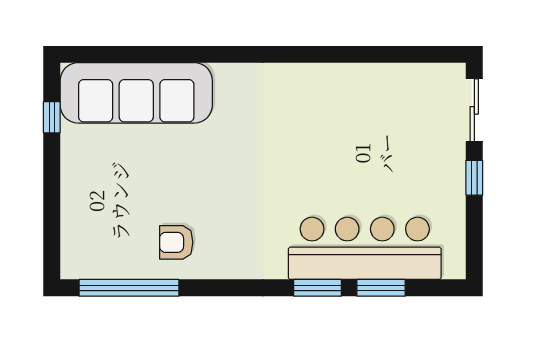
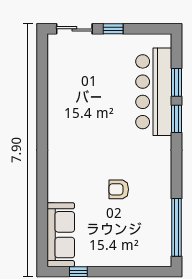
sofa: (136, 93) -> (61, 235), width x0.74, depth x0.79
armchair: (176, 242) -> (119, 189), moved, turned 90

